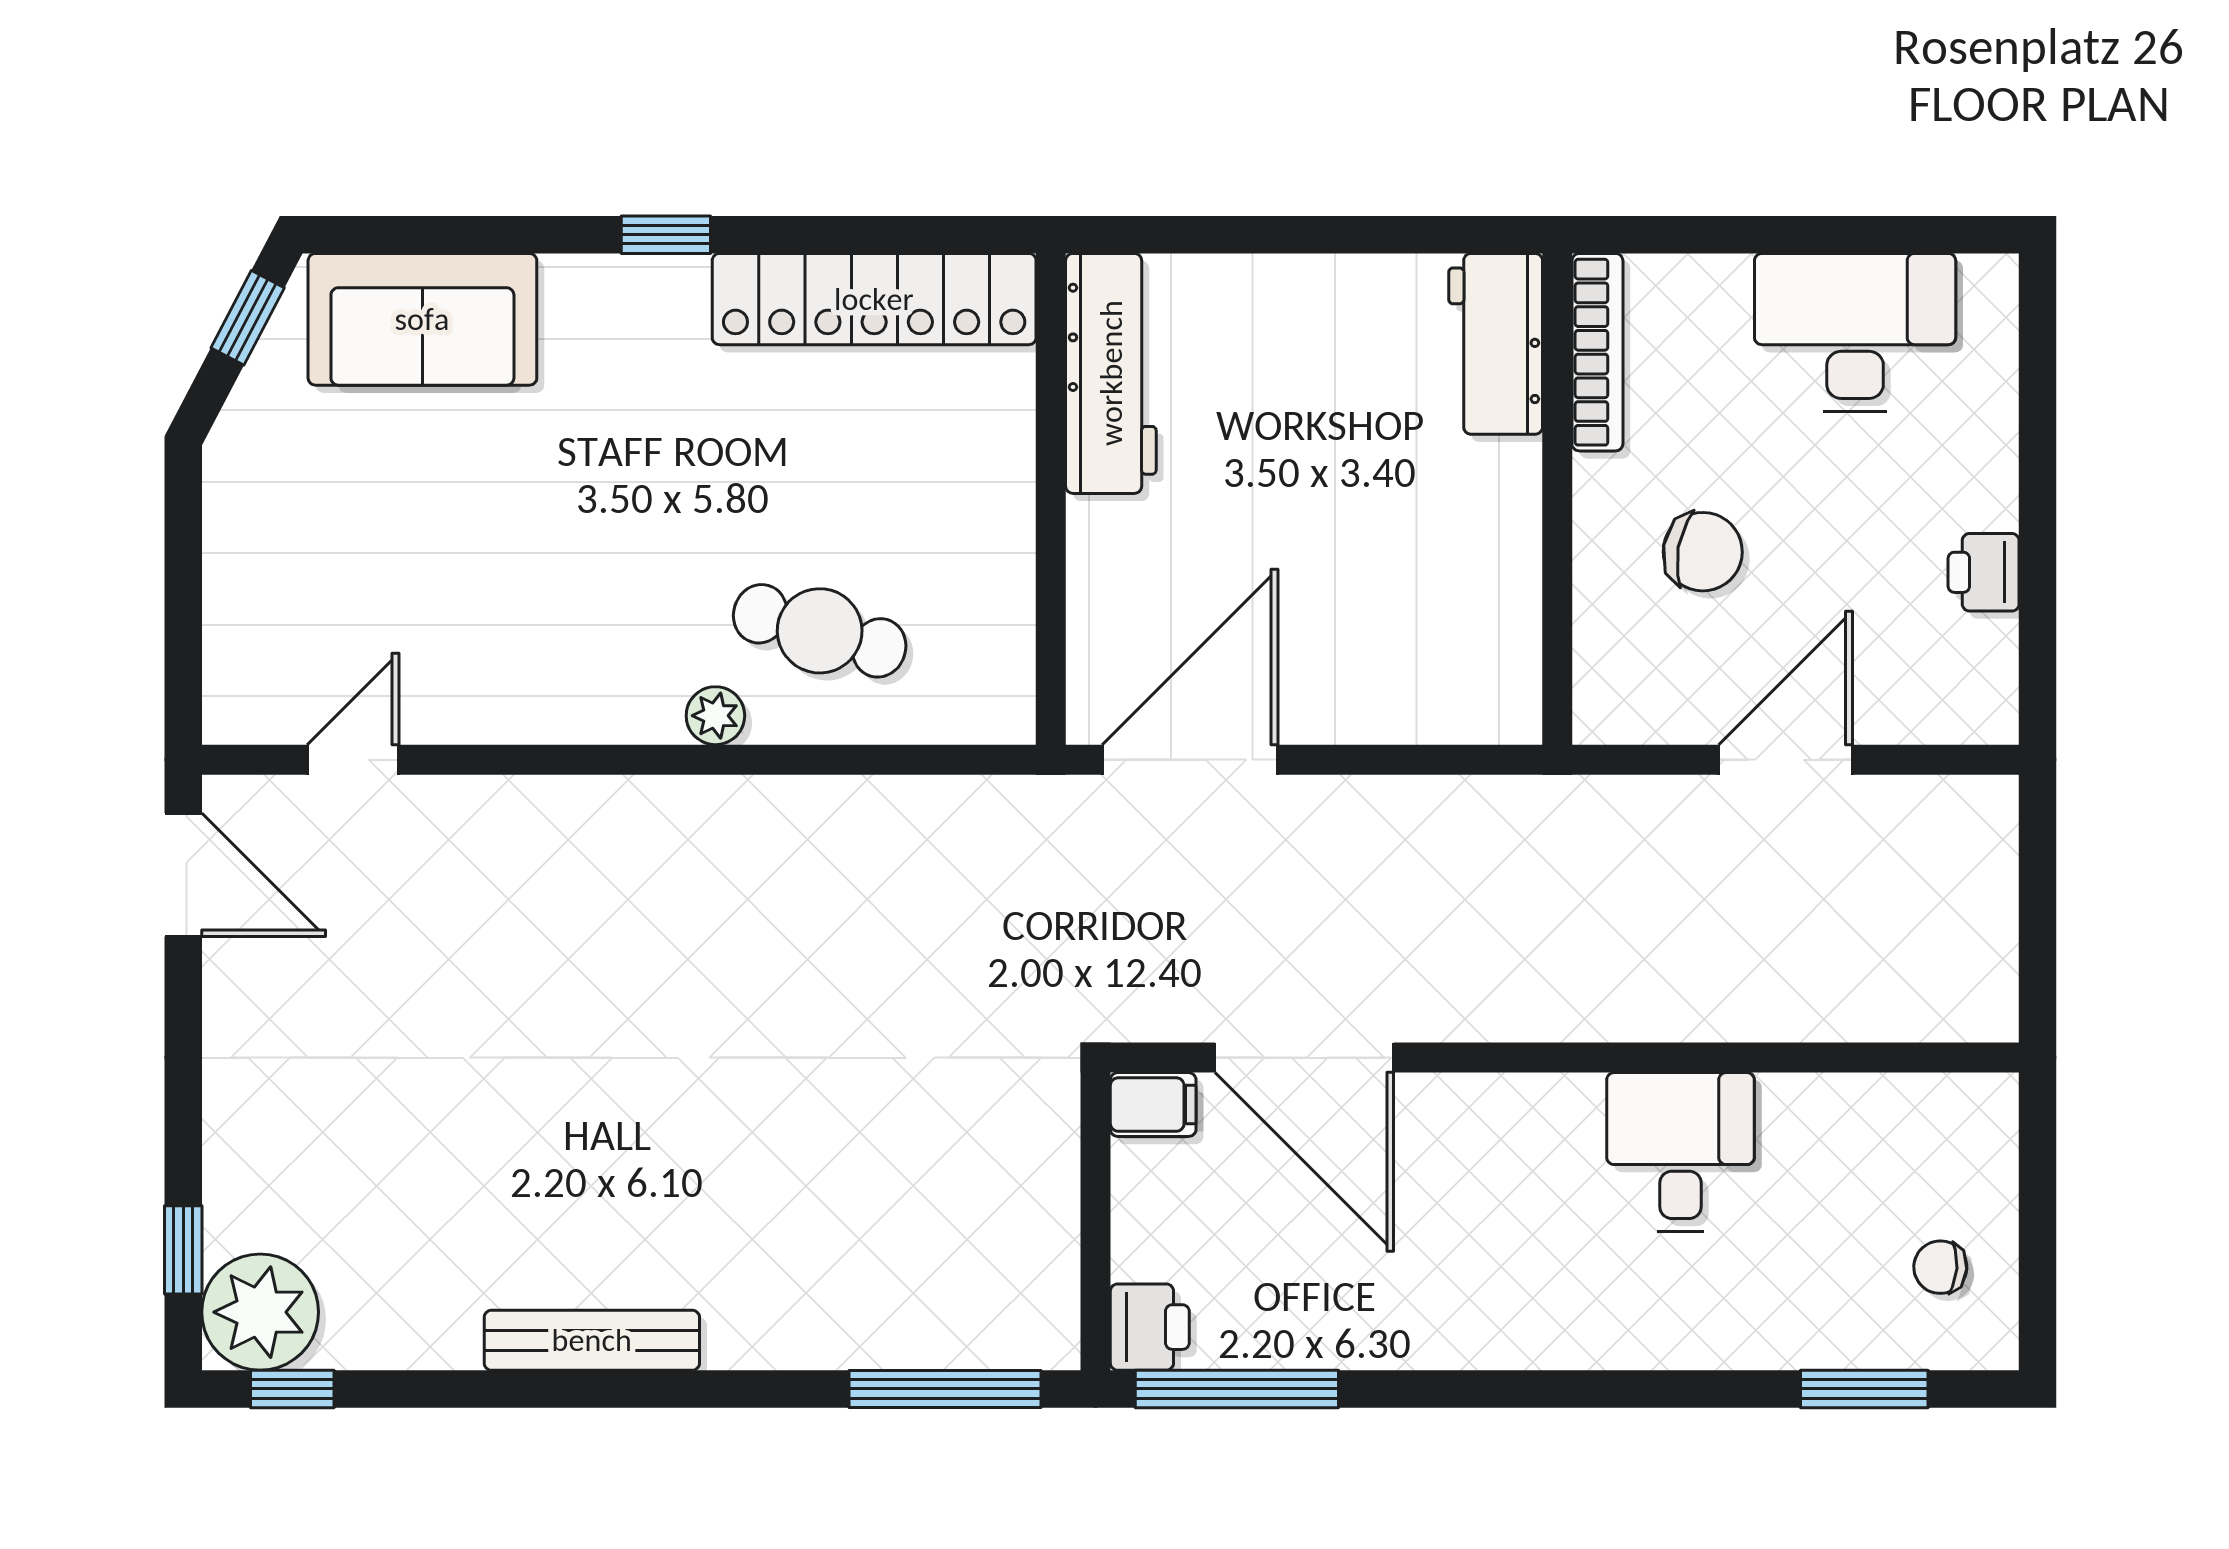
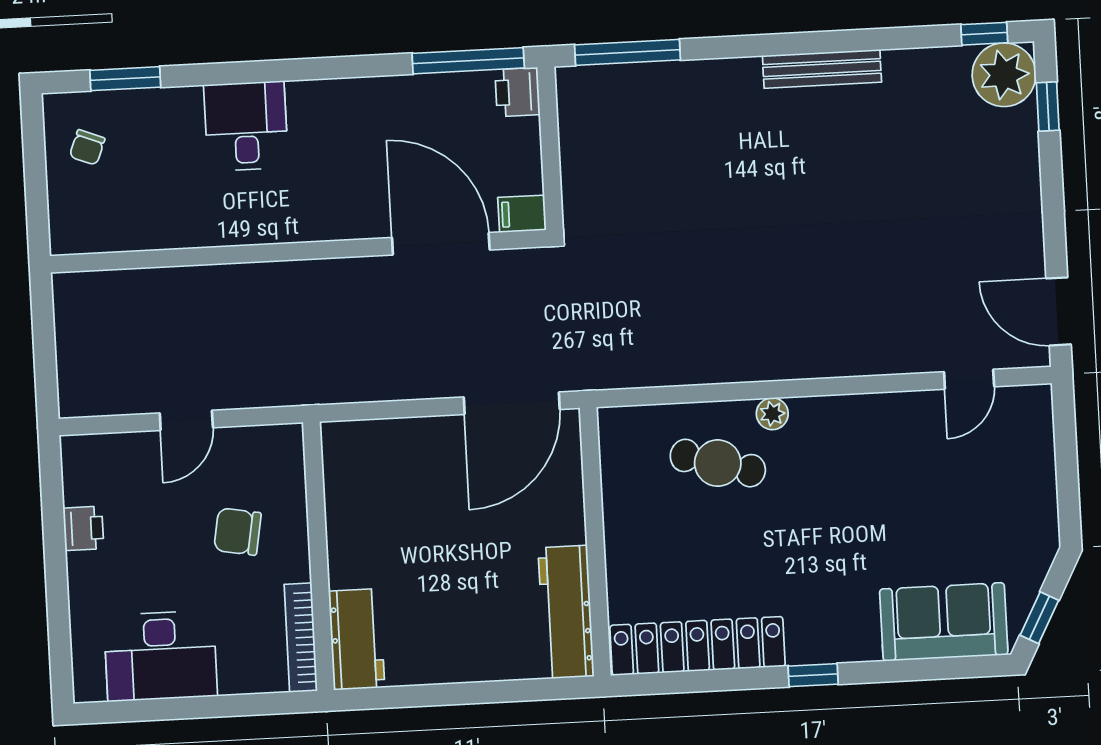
door: (1785, 760) -> (186, 420), width x0.73
desk: (1680, 1152) -> (246, 126), moved, turned 180
chair: (1940, 1267) -> (87, 147), turned 107

